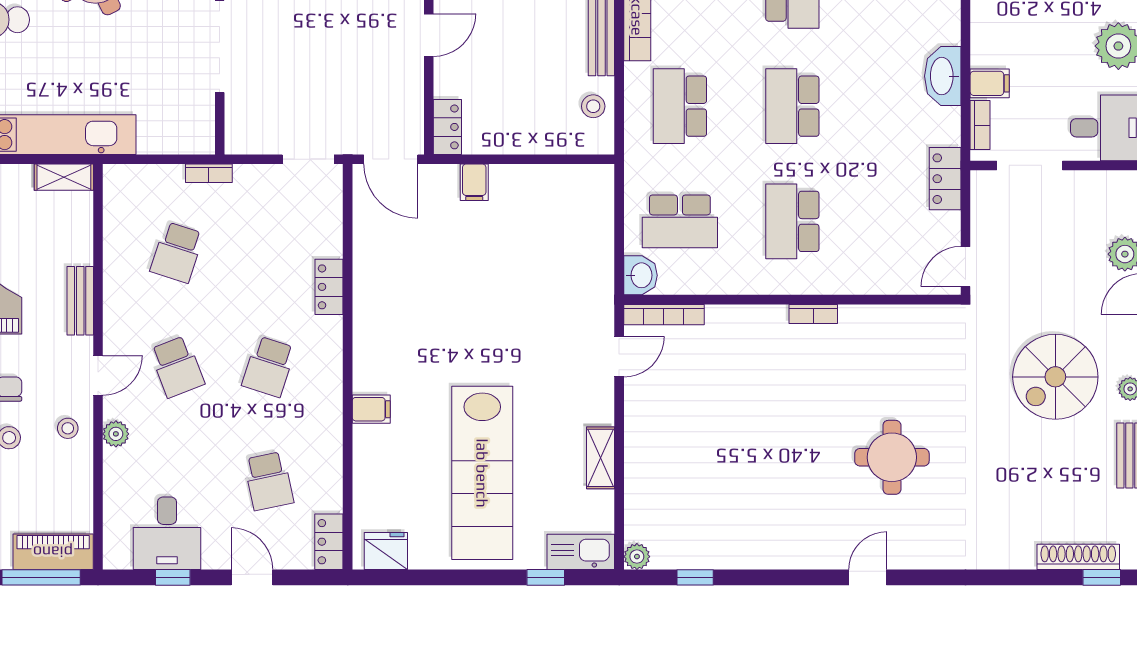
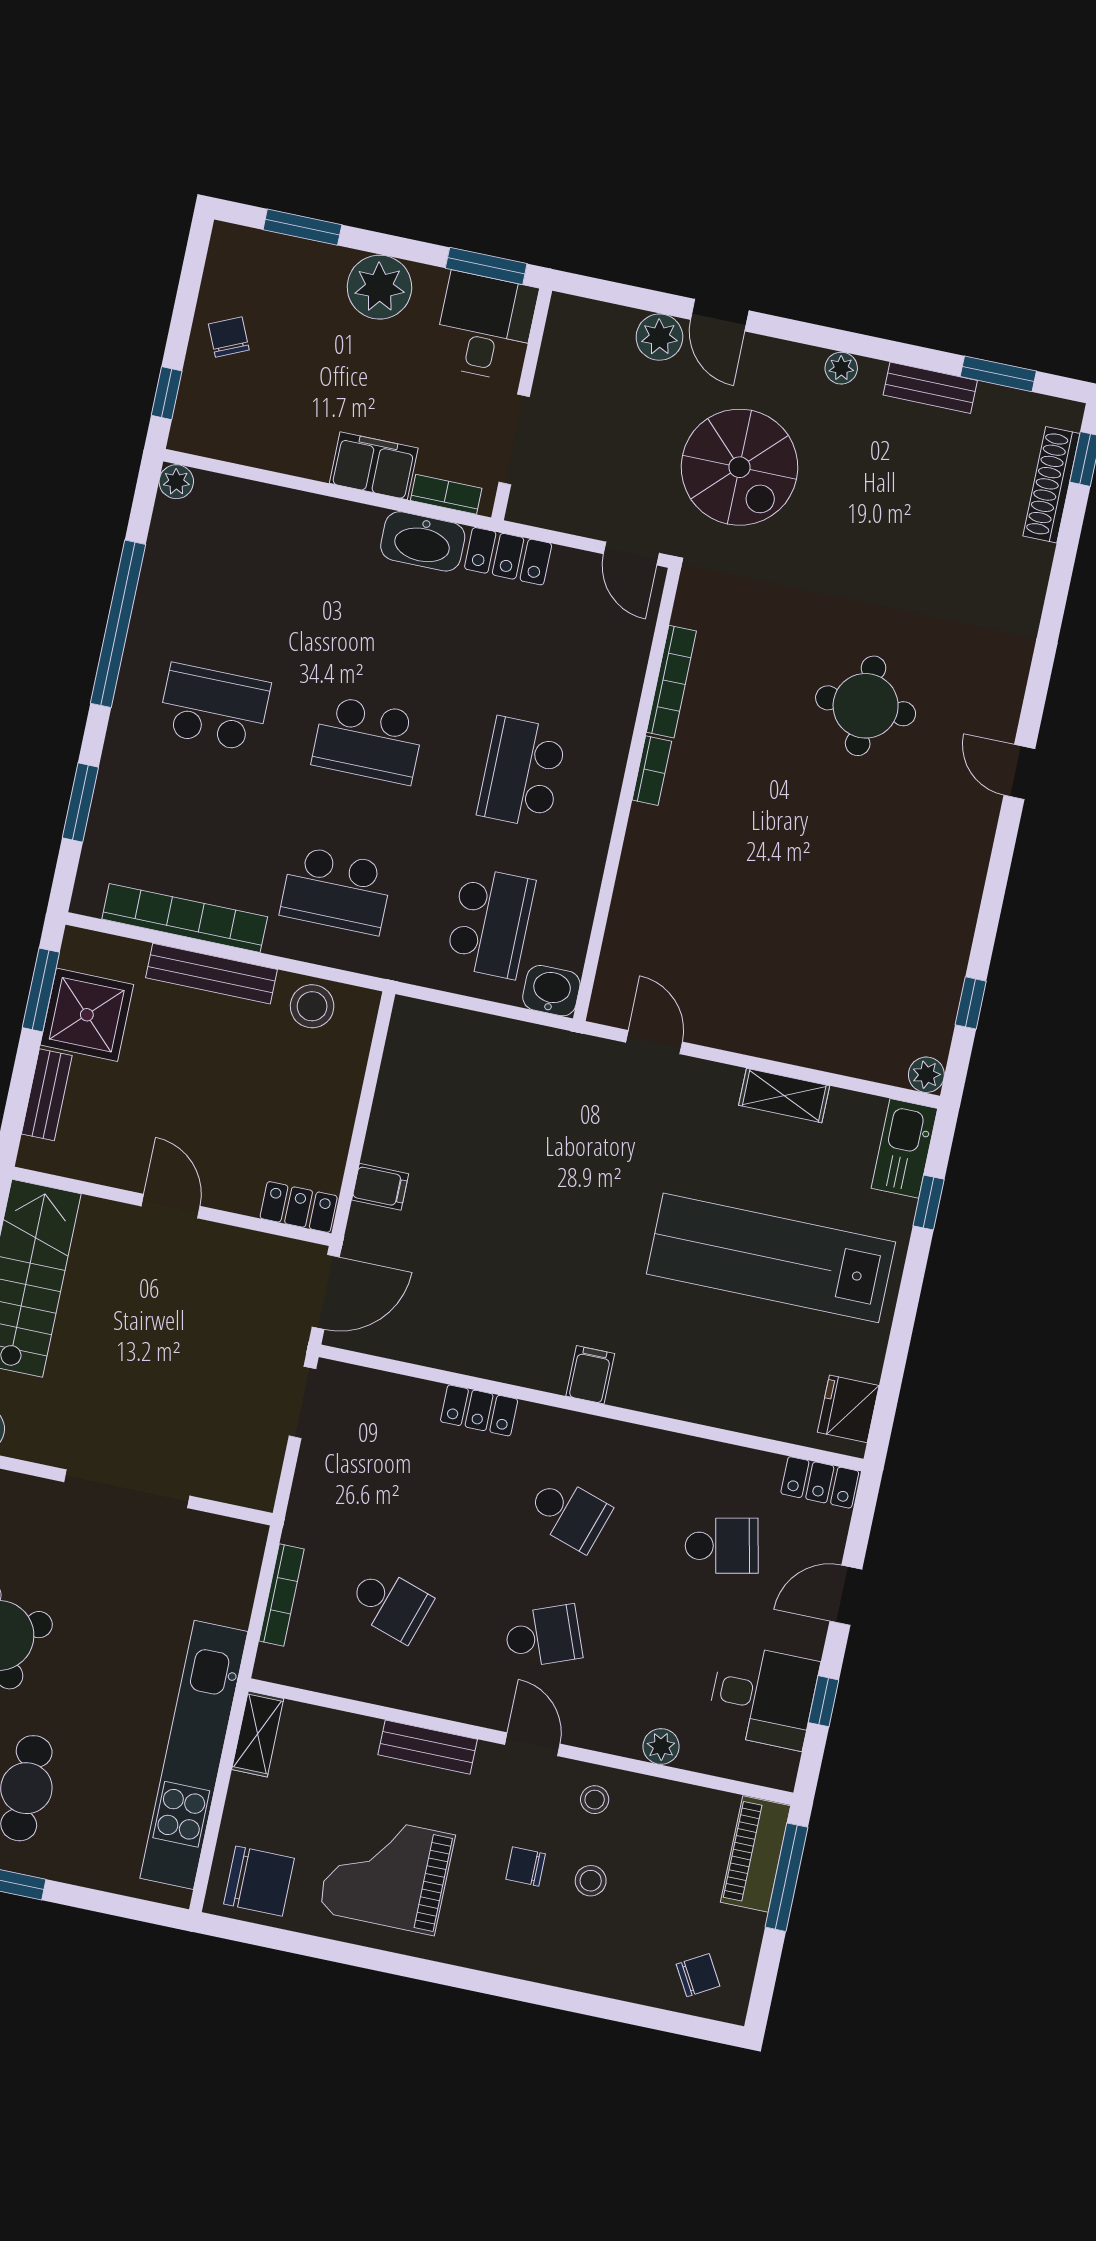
washbasin: (943, 76) -> (423, 541), moved
filing cabinet: (990, 83) -> (374, 466), width x2.00
stool: (593, 106) -> (312, 1006), width x1.37, depth x1.37
bookcase: (209, 173) -> (281, 1595), moved, width x1.56
school desk: (792, 221) -> (522, 772), turned 90
bookcase: (664, 315) -> (671, 682), moved
spiral stairs: (1055, 377) -> (739, 467), moved
filing cabinet: (371, 409) -> (590, 1375), moved
plant: (116, 434) -> (661, 1746), moved
lab bench: (482, 473) -> (771, 1258), turned 180

